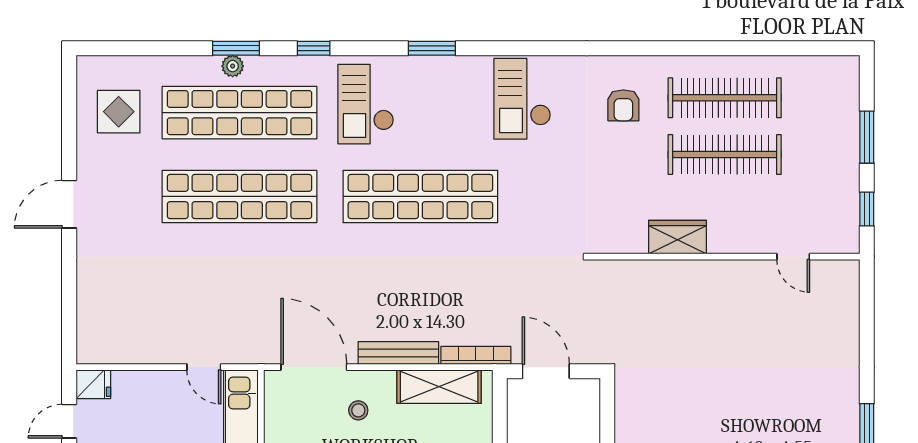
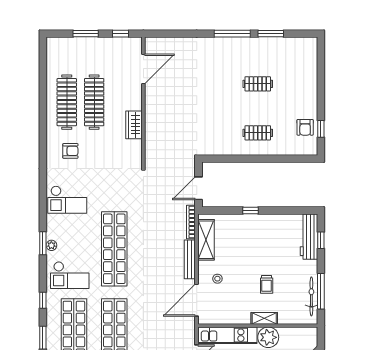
plant: (233, 66) -> (51, 245), moved
door: (793, 257) -> (143, 69), width x1.88

